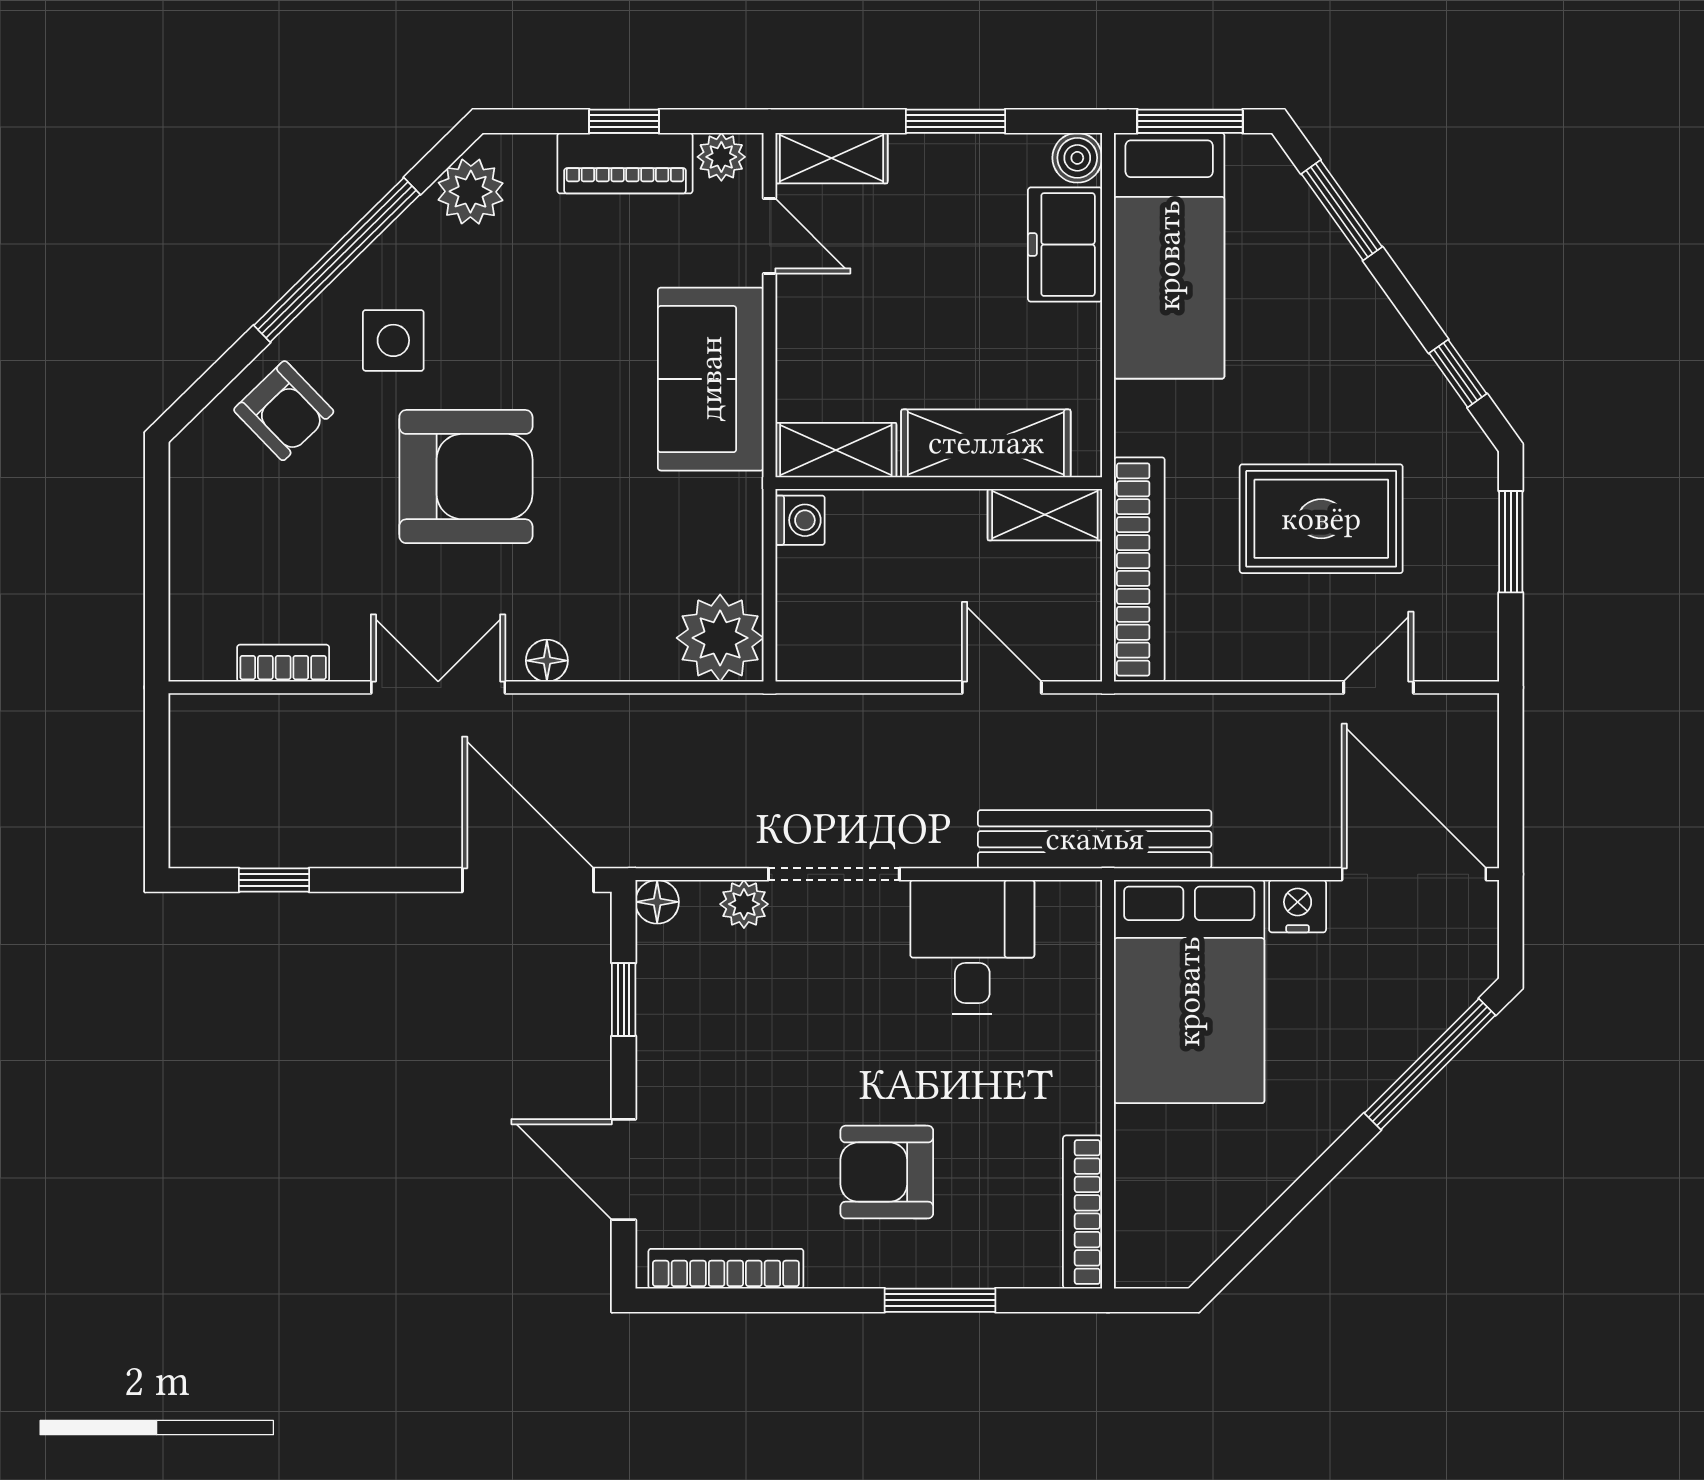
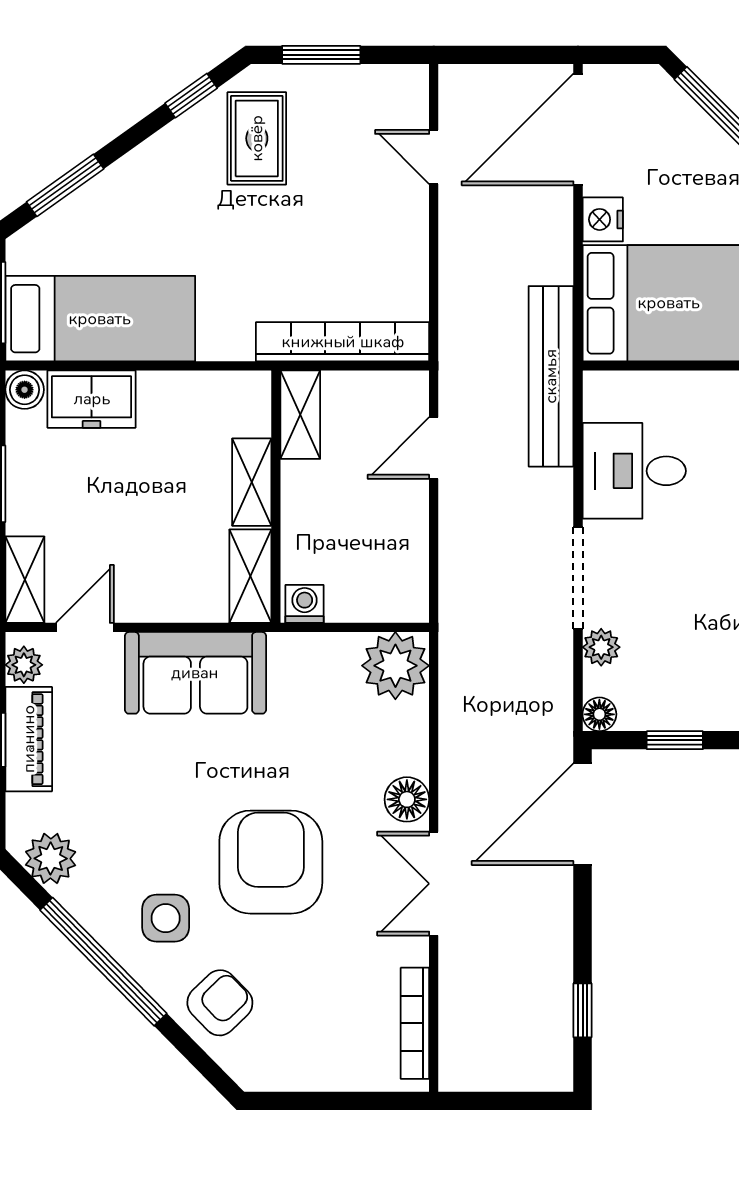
shelving: (986, 443) -> (252, 482), width x0.67, depth x0.75
rug: (1321, 519) -> (257, 138), moved, width x0.73, depth x0.70
floor lamp: (547, 661) -> (407, 799), width x1.37, depth x1.37
bookcase: (283, 663) -> (415, 1023), width x1.56

